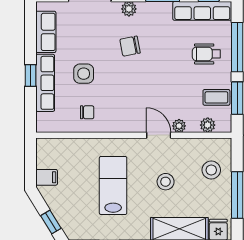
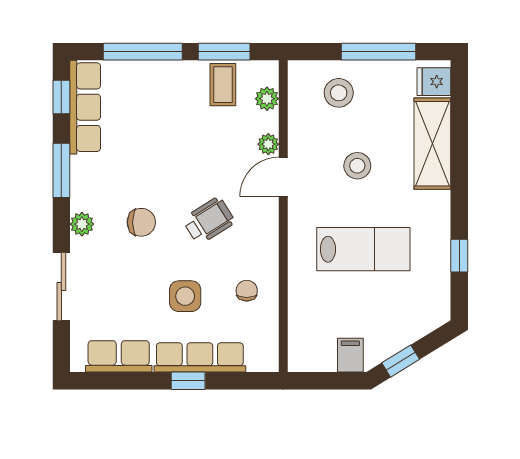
chair: (130, 46) -> (141, 222), turned -79
wheelchair: (206, 54) -> (209, 221), moved, turned -122
lab bench: (113, 185) -> (363, 249), turned 180
window: (51, 222) -> (401, 361), moved

